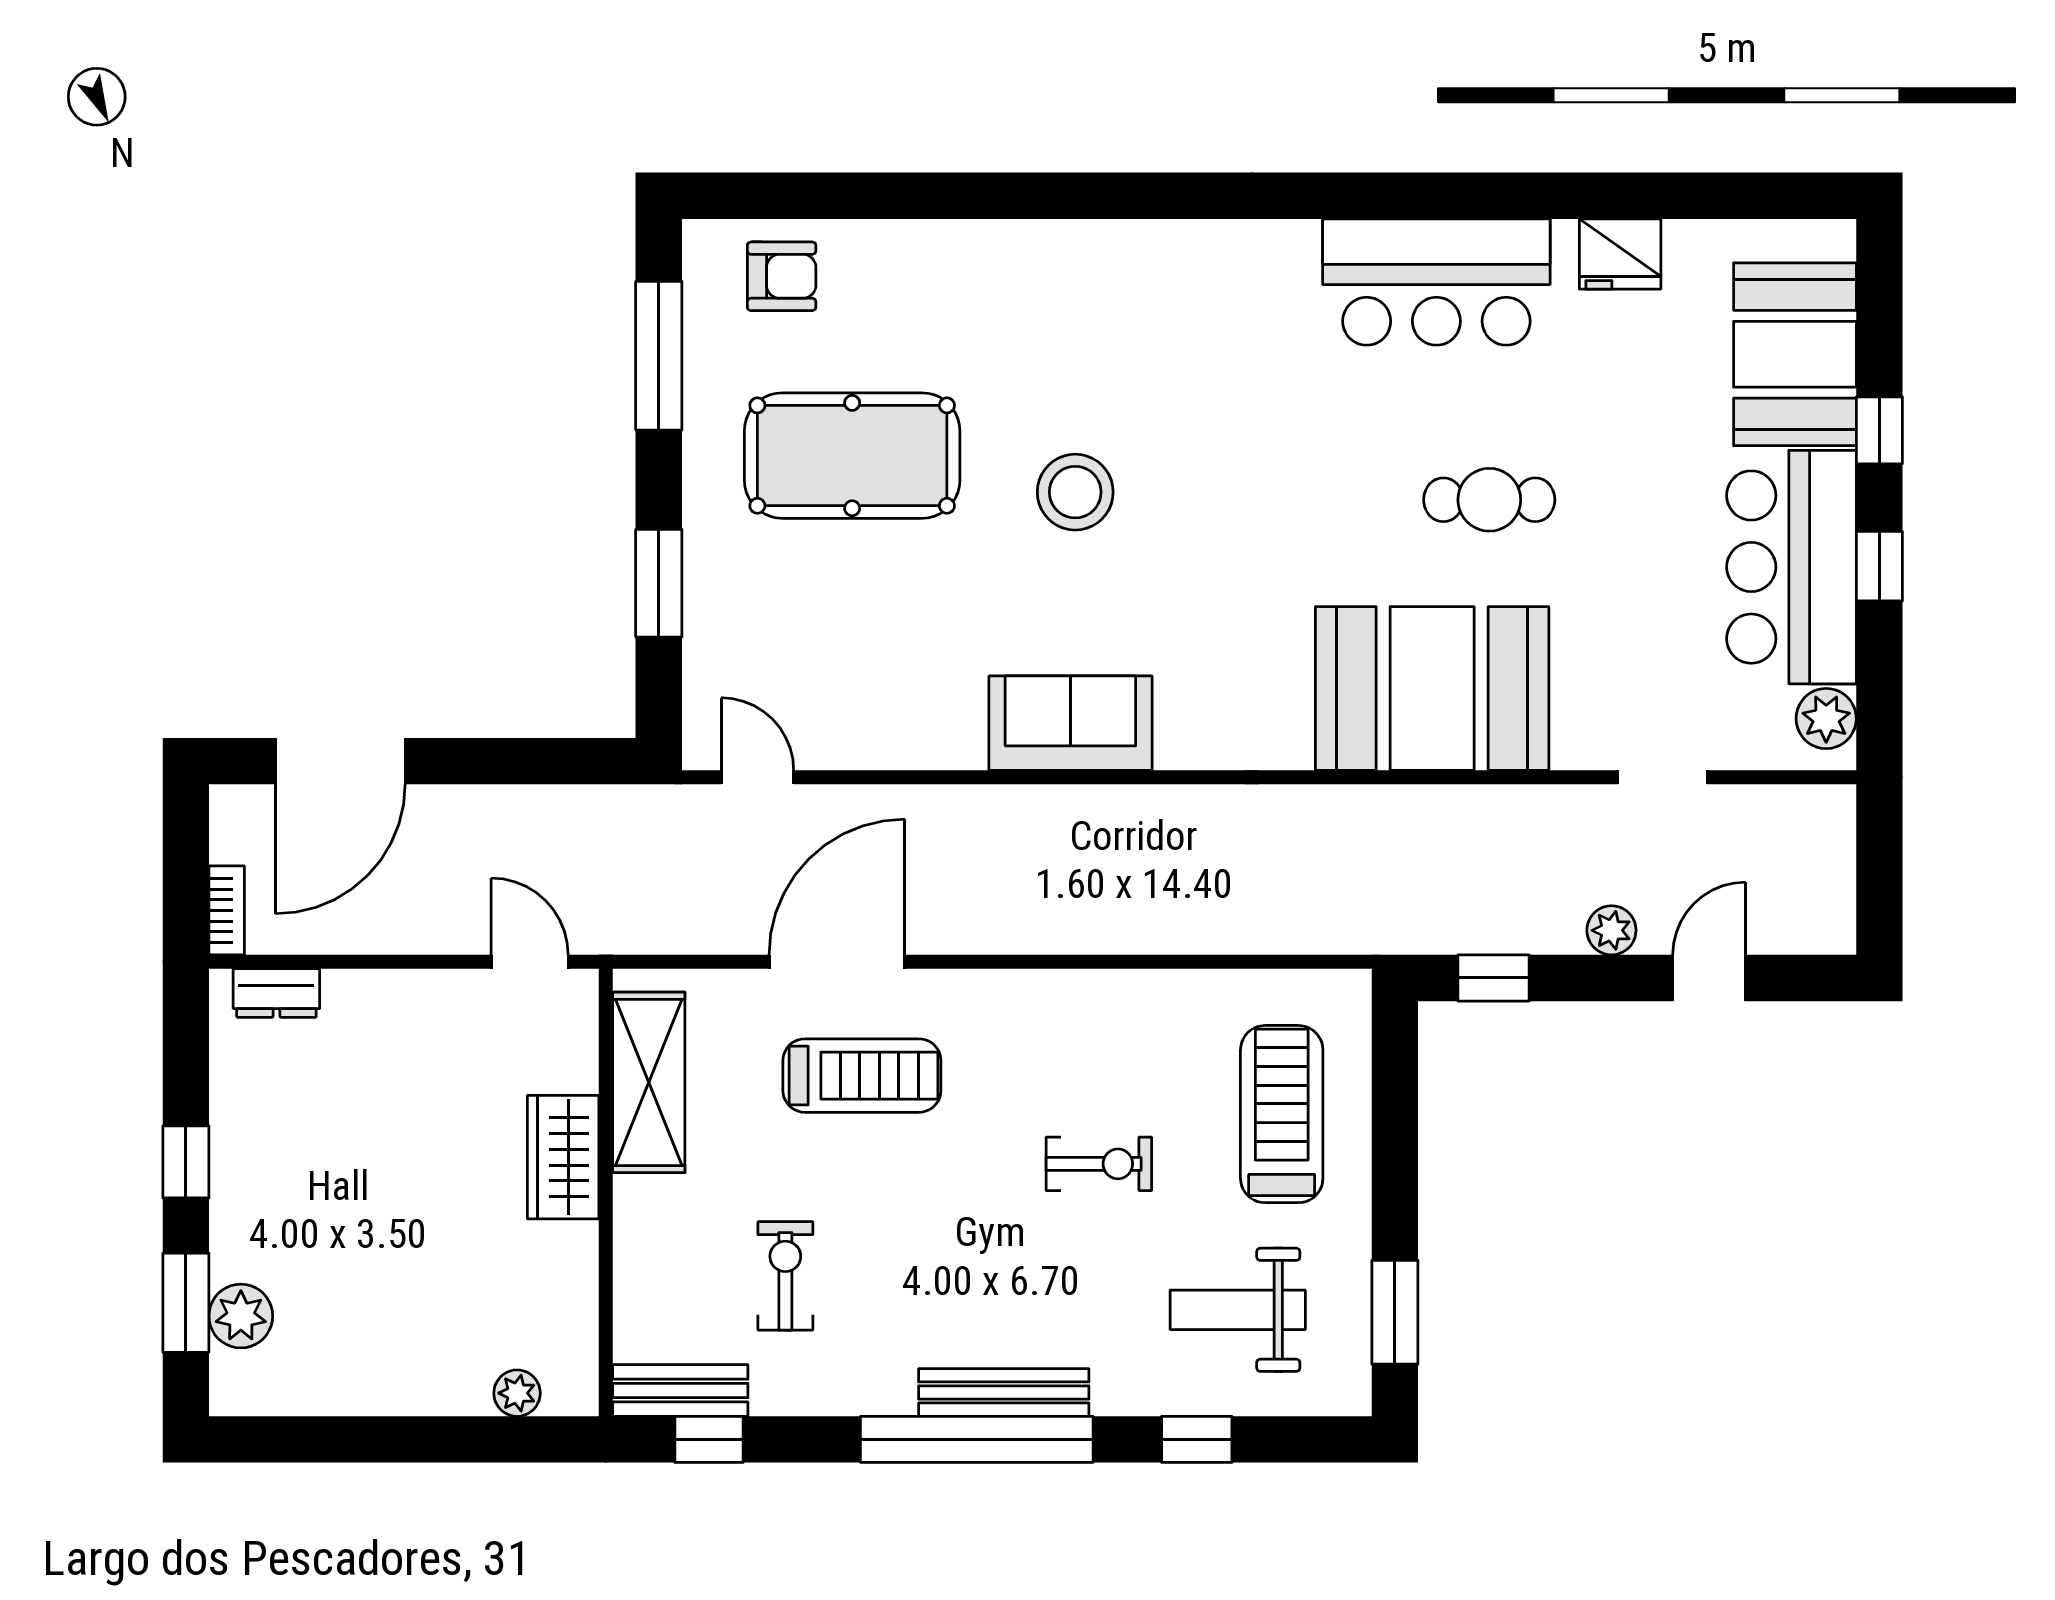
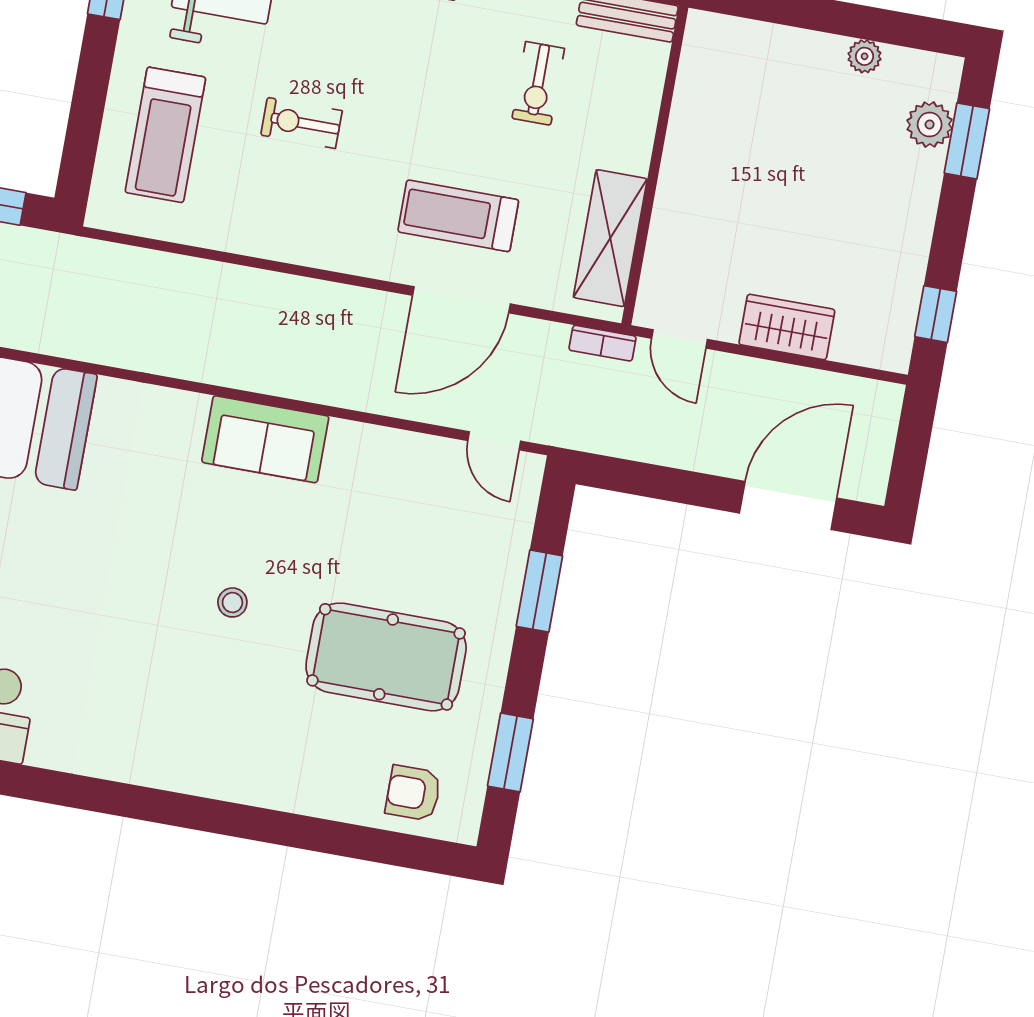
window: (659, 356) -> (510, 752), width x0.69
stool: (1075, 492) -> (232, 602), width x0.53, depth x0.53
bookcase: (227, 910) -> (603, 343), moved, turned -90
dresser: (276, 993) -> (863, 349), removed
wardrobe: (563, 1157) -> (787, 327), moved, turned -90
window: (186, 1162) -> (936, 314), moved
plant: (517, 1393) -> (865, 56), moved

